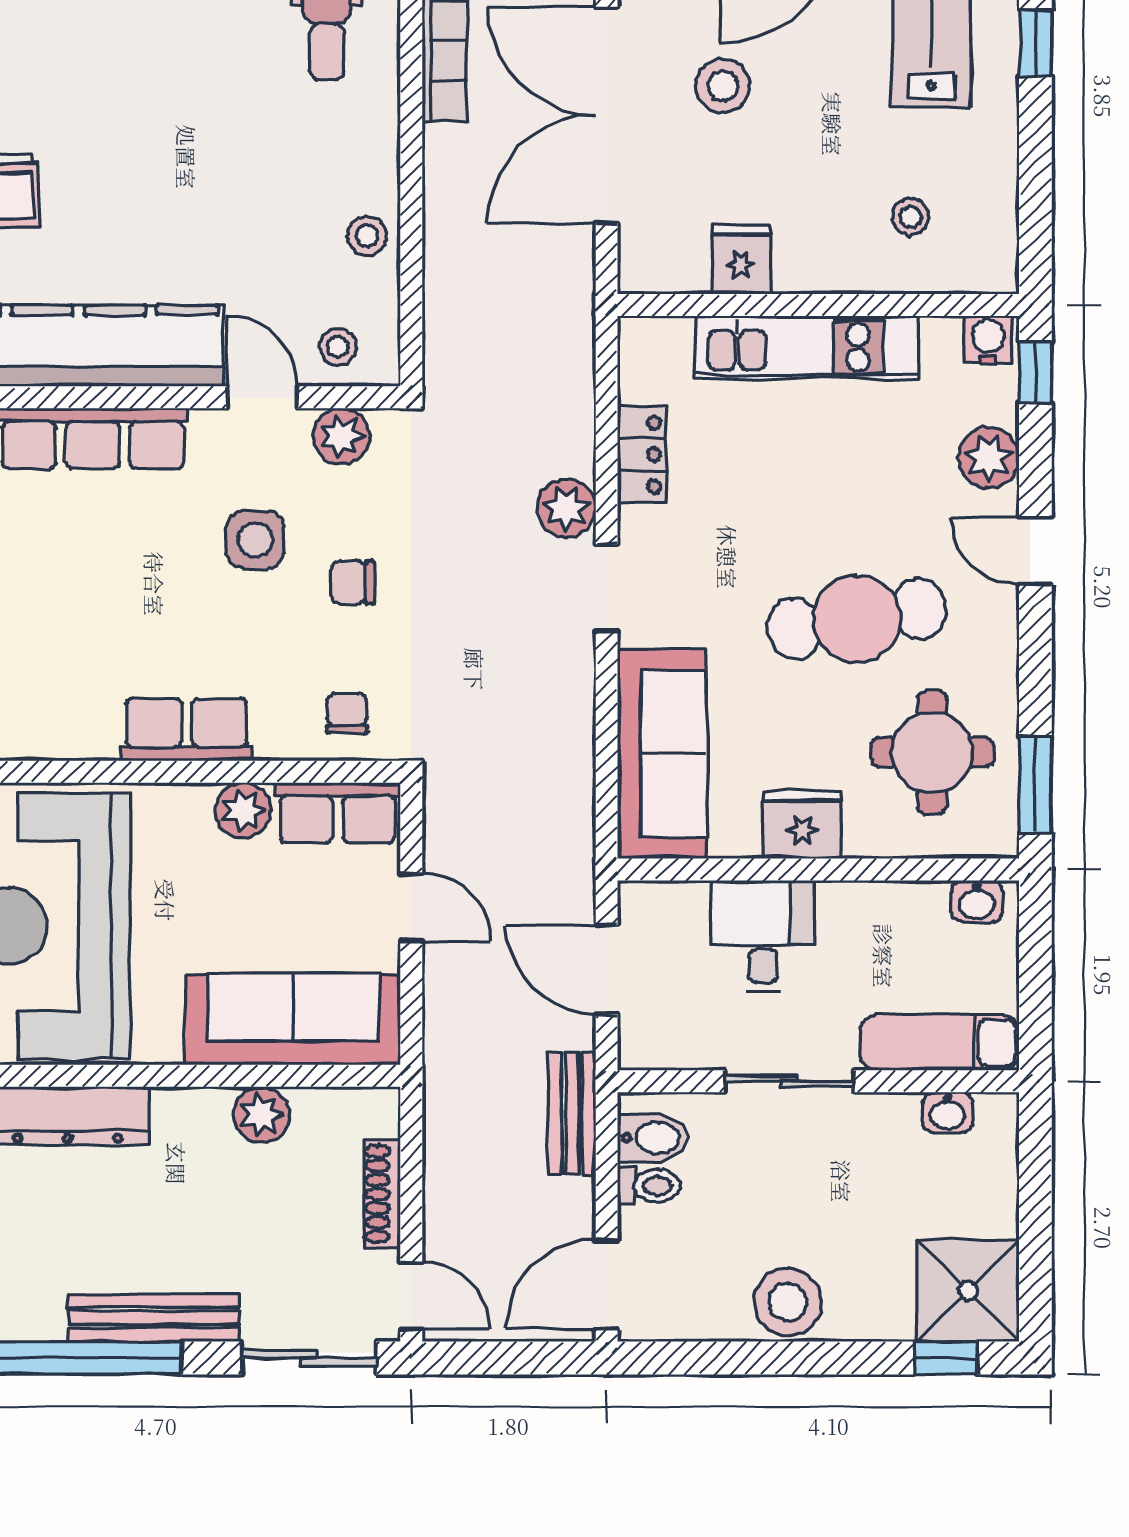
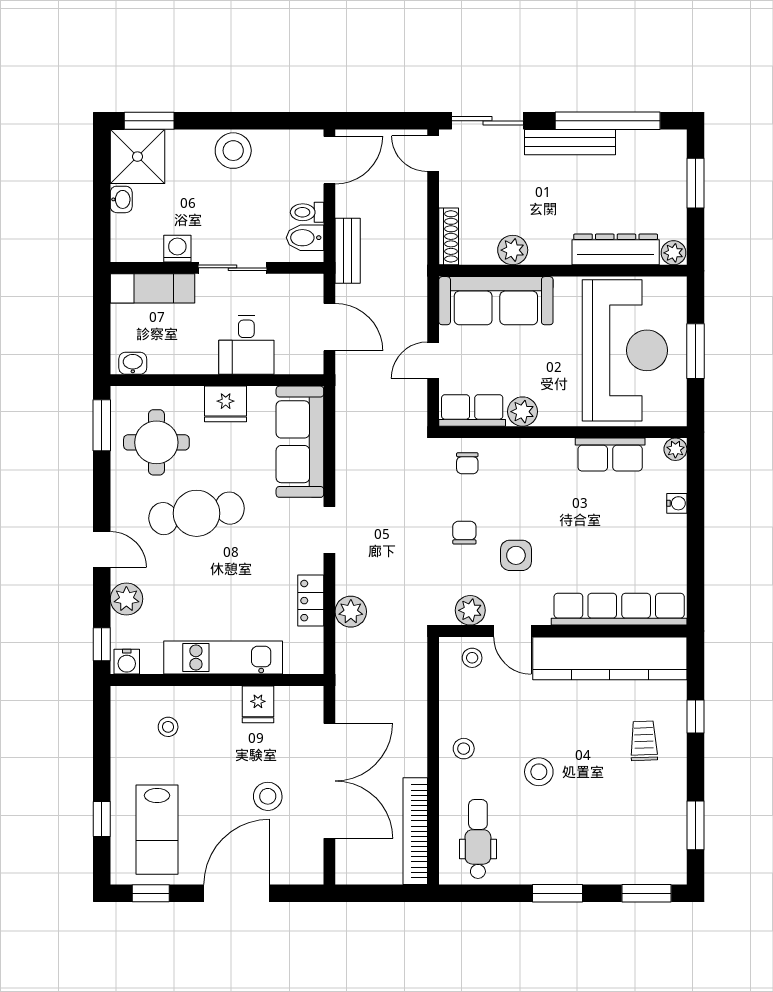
stool: (212, 132) -> (539, 772), added
stool: (367, 236) -> (464, 749), moved
plant: (566, 508) -> (351, 612), moved
chair: (352, 582) -> (464, 533), turned -90
row of seats: (187, 730) -> (610, 455), moved
door: (411, 907) -> (433, 360), hinge flipped
washbasin: (948, 1112) -> (121, 199), moved, turned 90
washing machine: (893, 1117) -> (177, 249), added
shoe rack: (382, 1194) -> (449, 236), moved
window: (946, 1358) -> (149, 121), width x1.50

